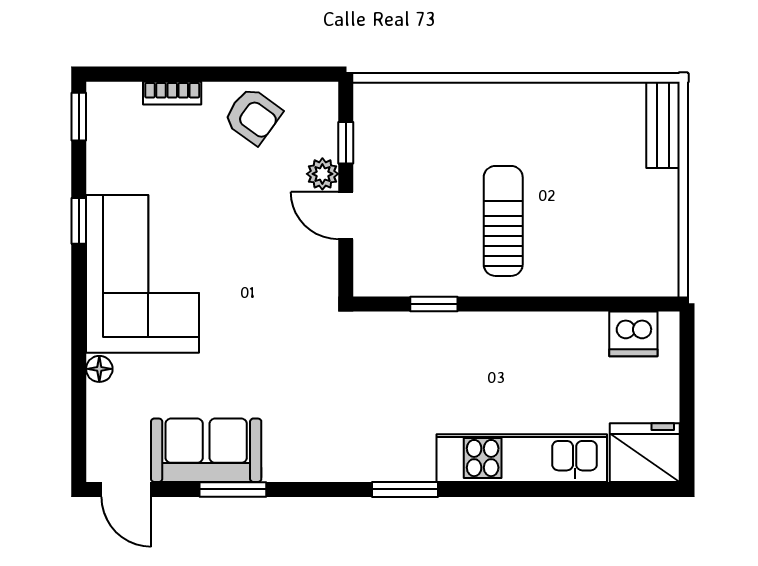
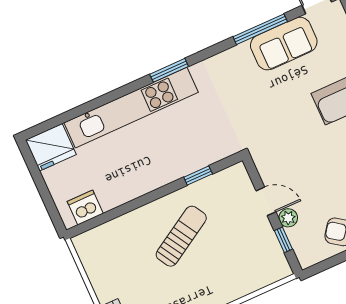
sun lounger: (503, 221) -> (181, 236), turned -121
kitchen unit: (522, 458) -> (131, 108), width x1.36
window: (233, 489) -> (260, 29), width x1.44

